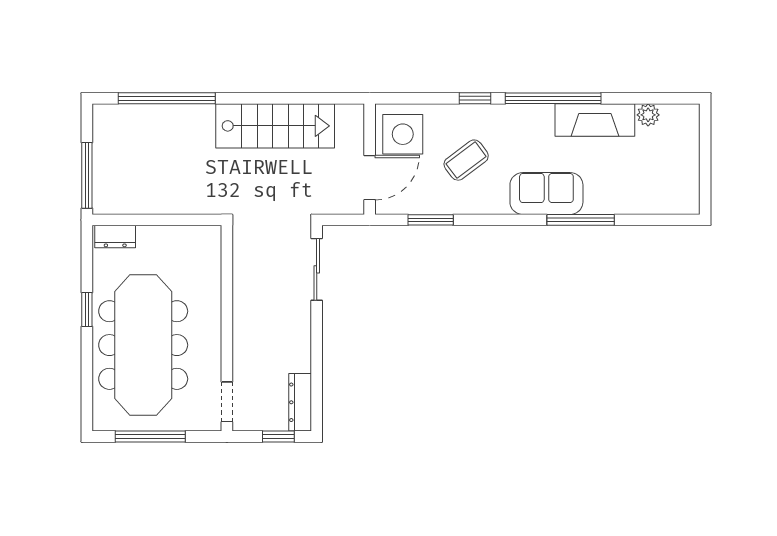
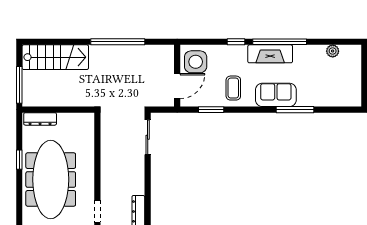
window: (167, 98) -> (118, 42), moved
fireplace: (595, 120) -> (270, 54), moved
stairs: (275, 126) -> (55, 57), moved
coffee table: (466, 160) -> (233, 88), moved, turned -53
dresser: (115, 236) -> (40, 119), width x1.44

